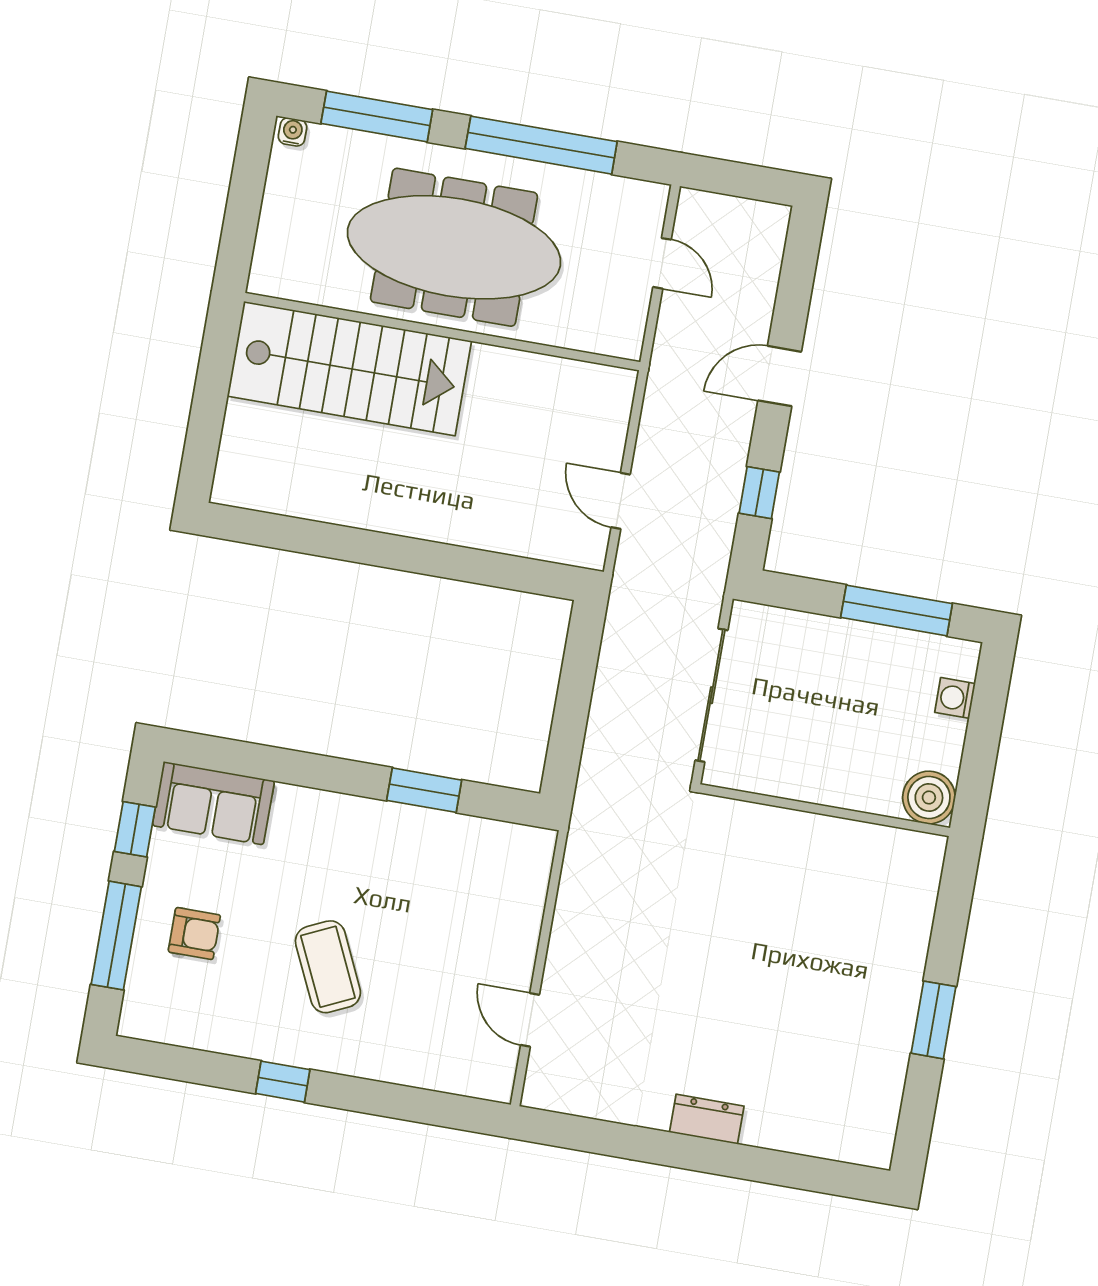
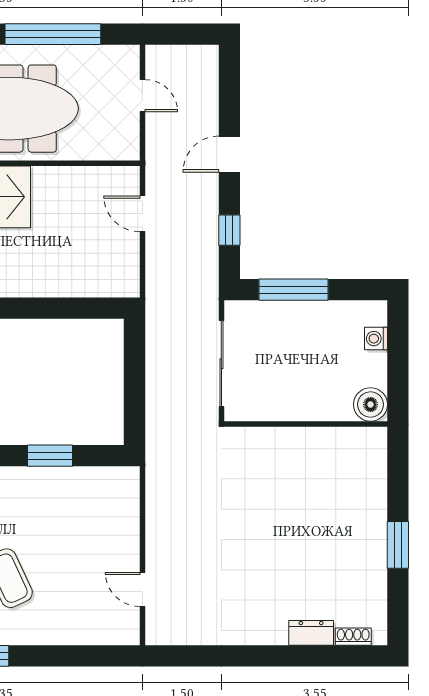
door: (621, 501) -> (142, 214), moved
window: (897, 611) -> (294, 290), moved
dresser: (707, 1119) -> (311, 633), moved
shoe rack: (840, 1149) -> (353, 637), added

